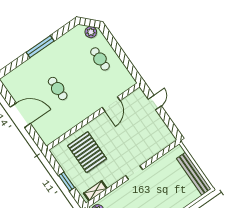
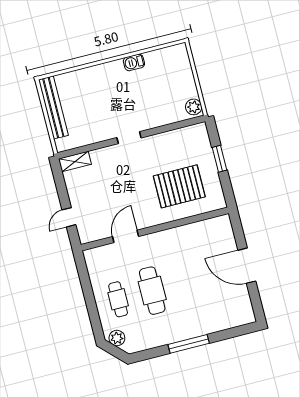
cafe table: (58, 88) -> (152, 291), moved, width x1.37, depth x1.35
pallet: (87, 152) -> (179, 186), turned 90
shelving: (95, 191) -> (75, 162), moved

